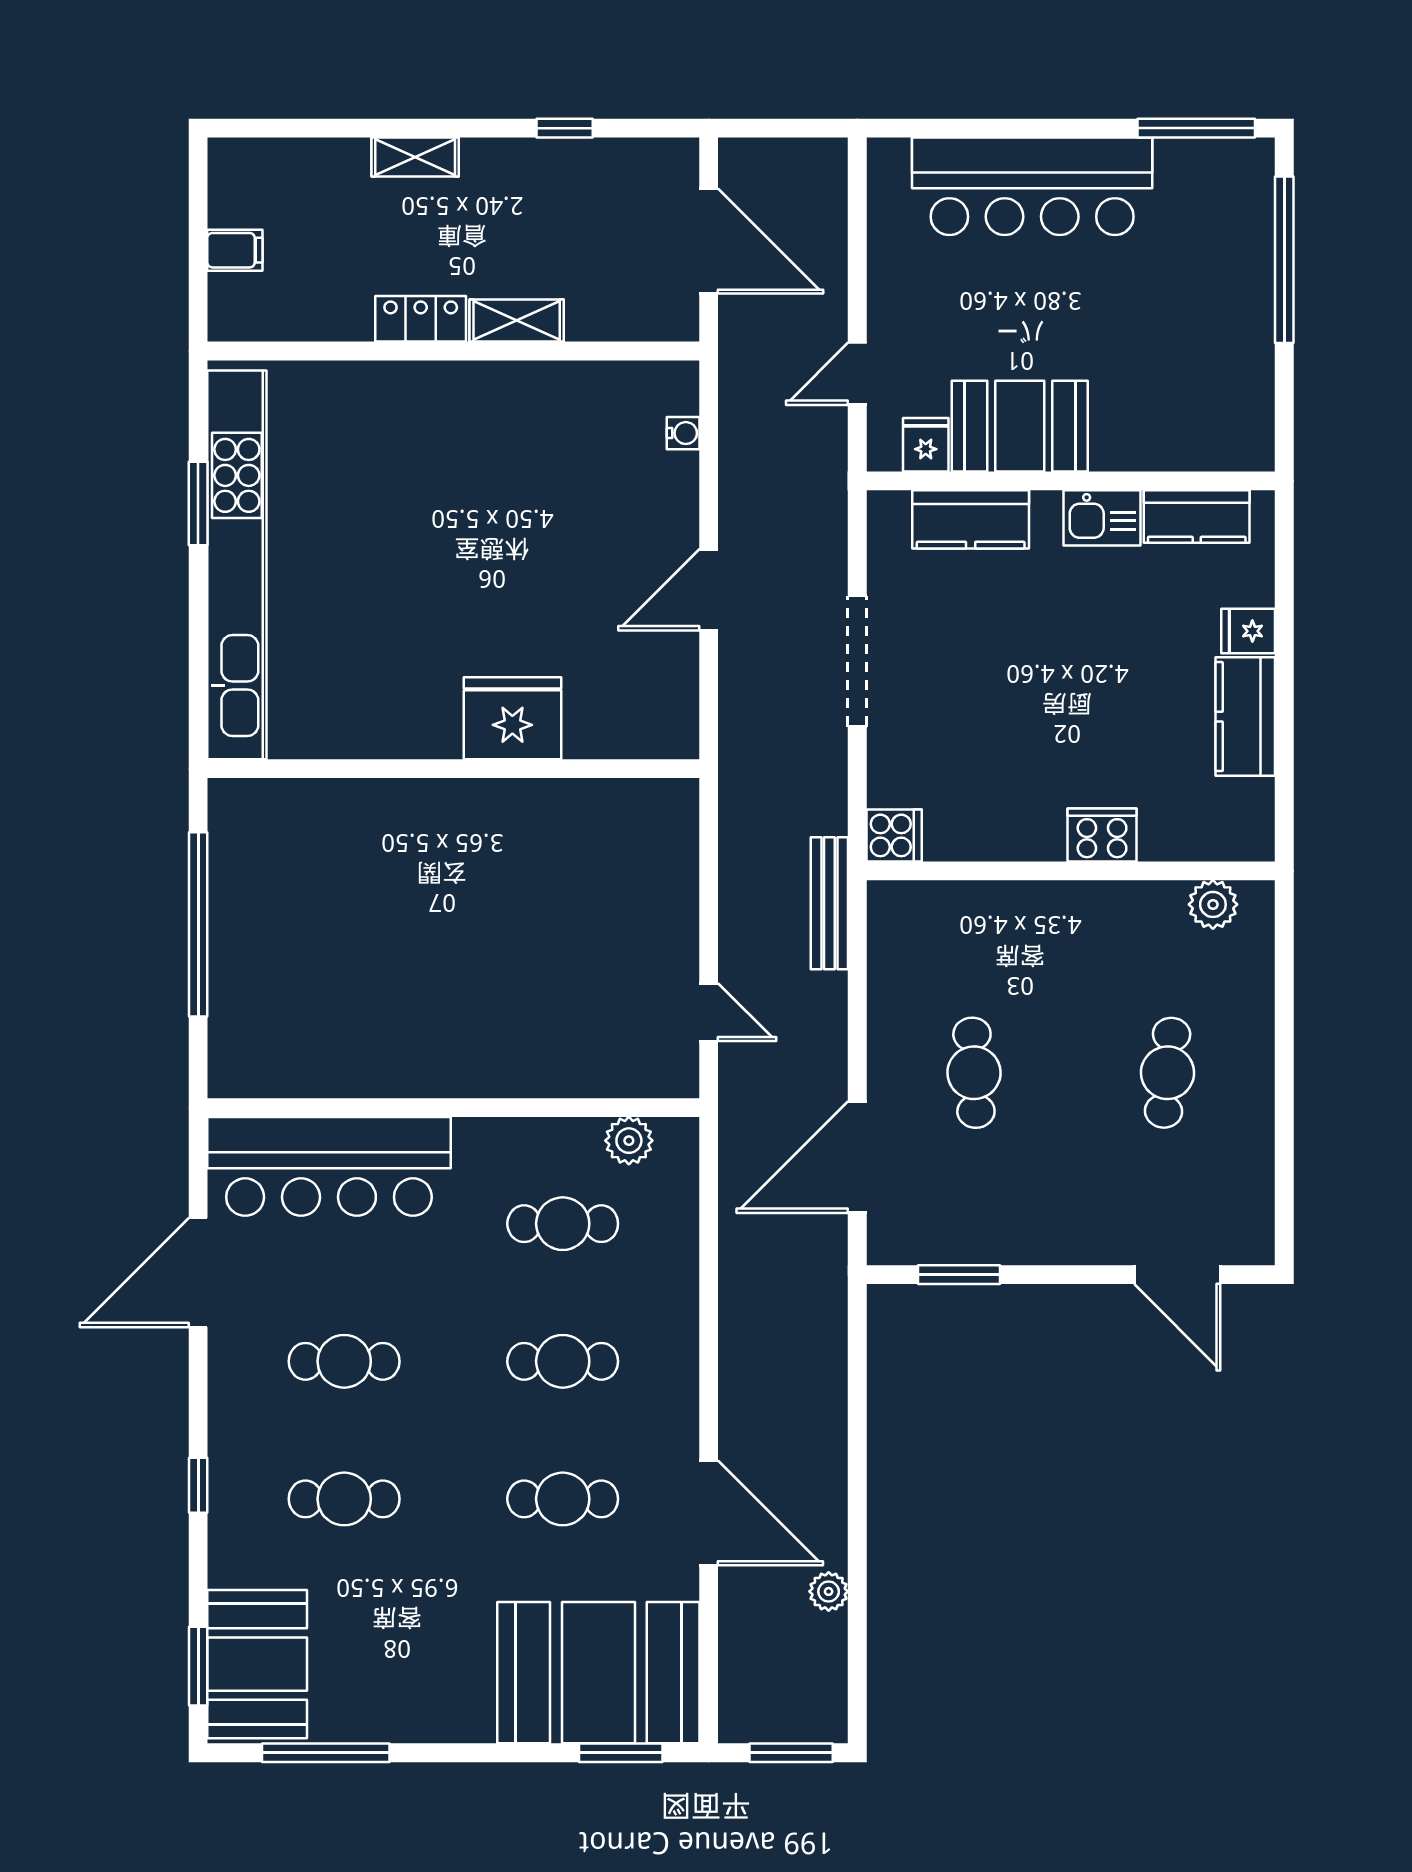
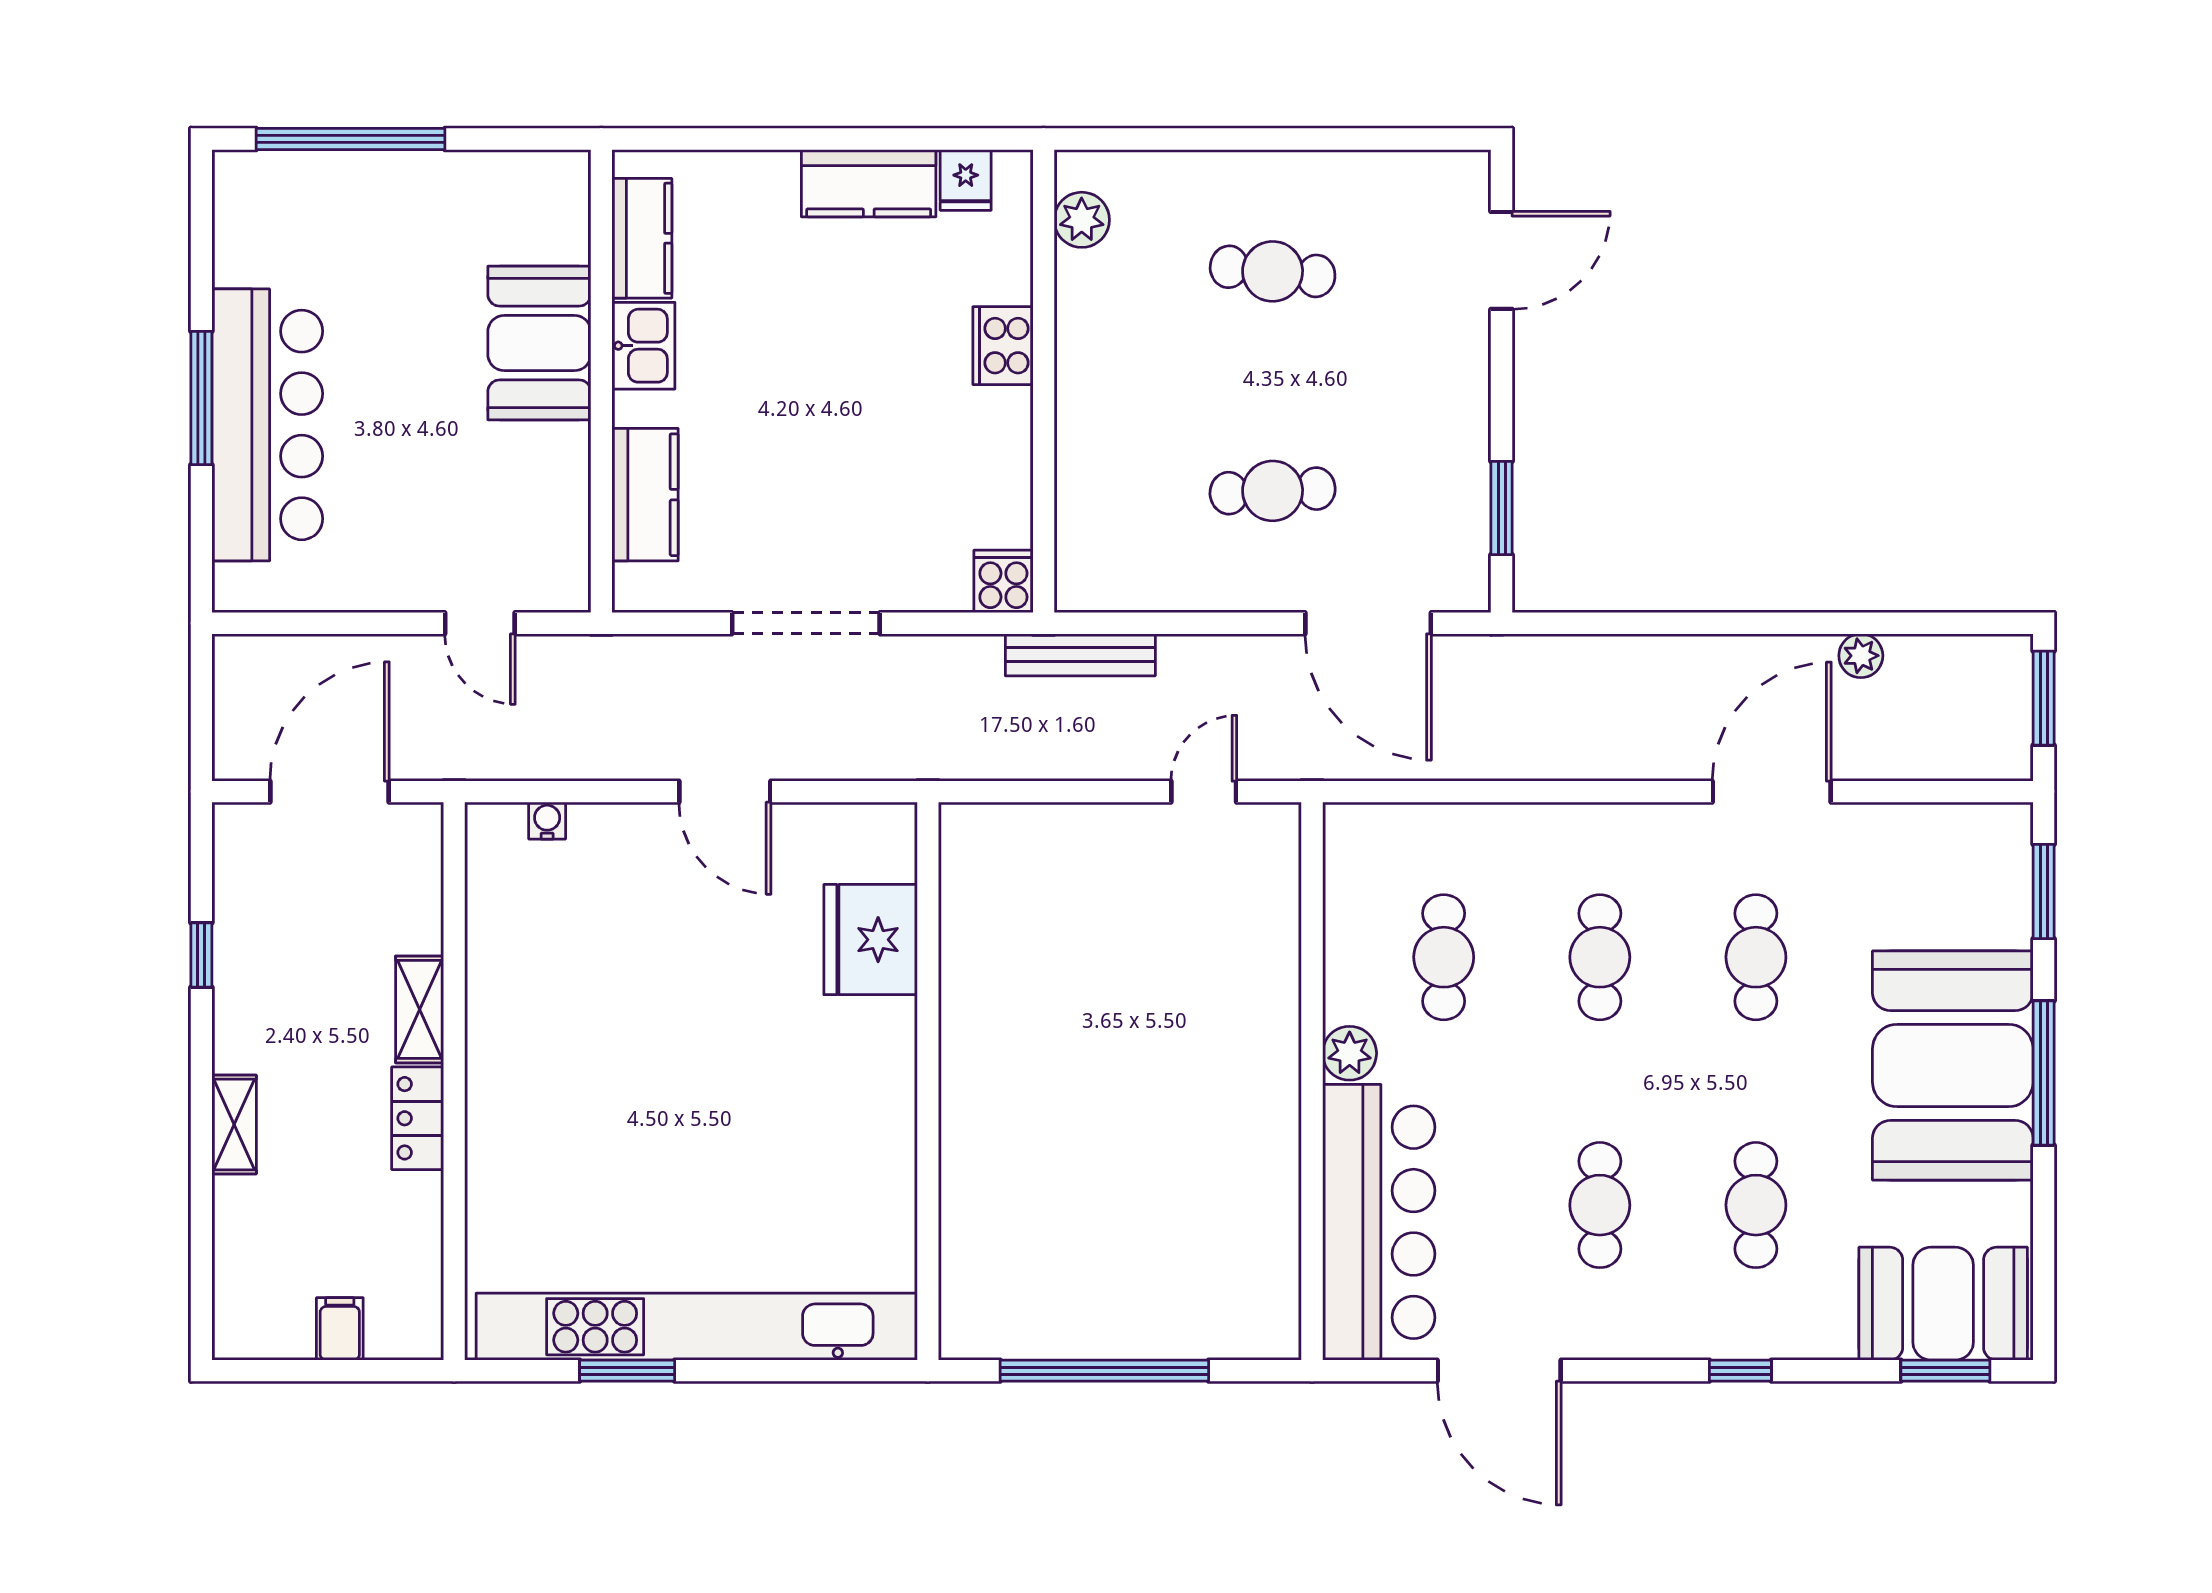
window: (1196, 128) -> (201, 398), moved
booth: (1020, 426) -> (539, 343), moved
fridge: (926, 445) -> (560, 546), removed
fridge: (1248, 631) -> (966, 180), moved
fridge: (512, 718) -> (871, 940), moved
plant: (629, 1141) -> (1350, 1053), moved
booth: (598, 1673) -> (1953, 1065), moved
window: (326, 1753) -> (2044, 1073), moved

